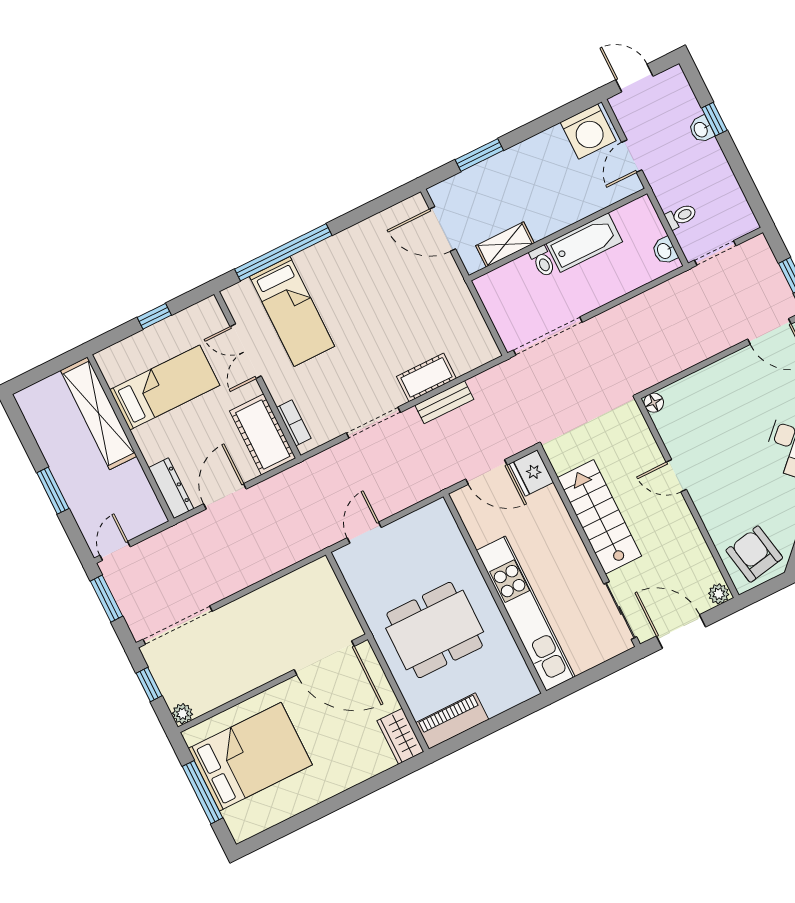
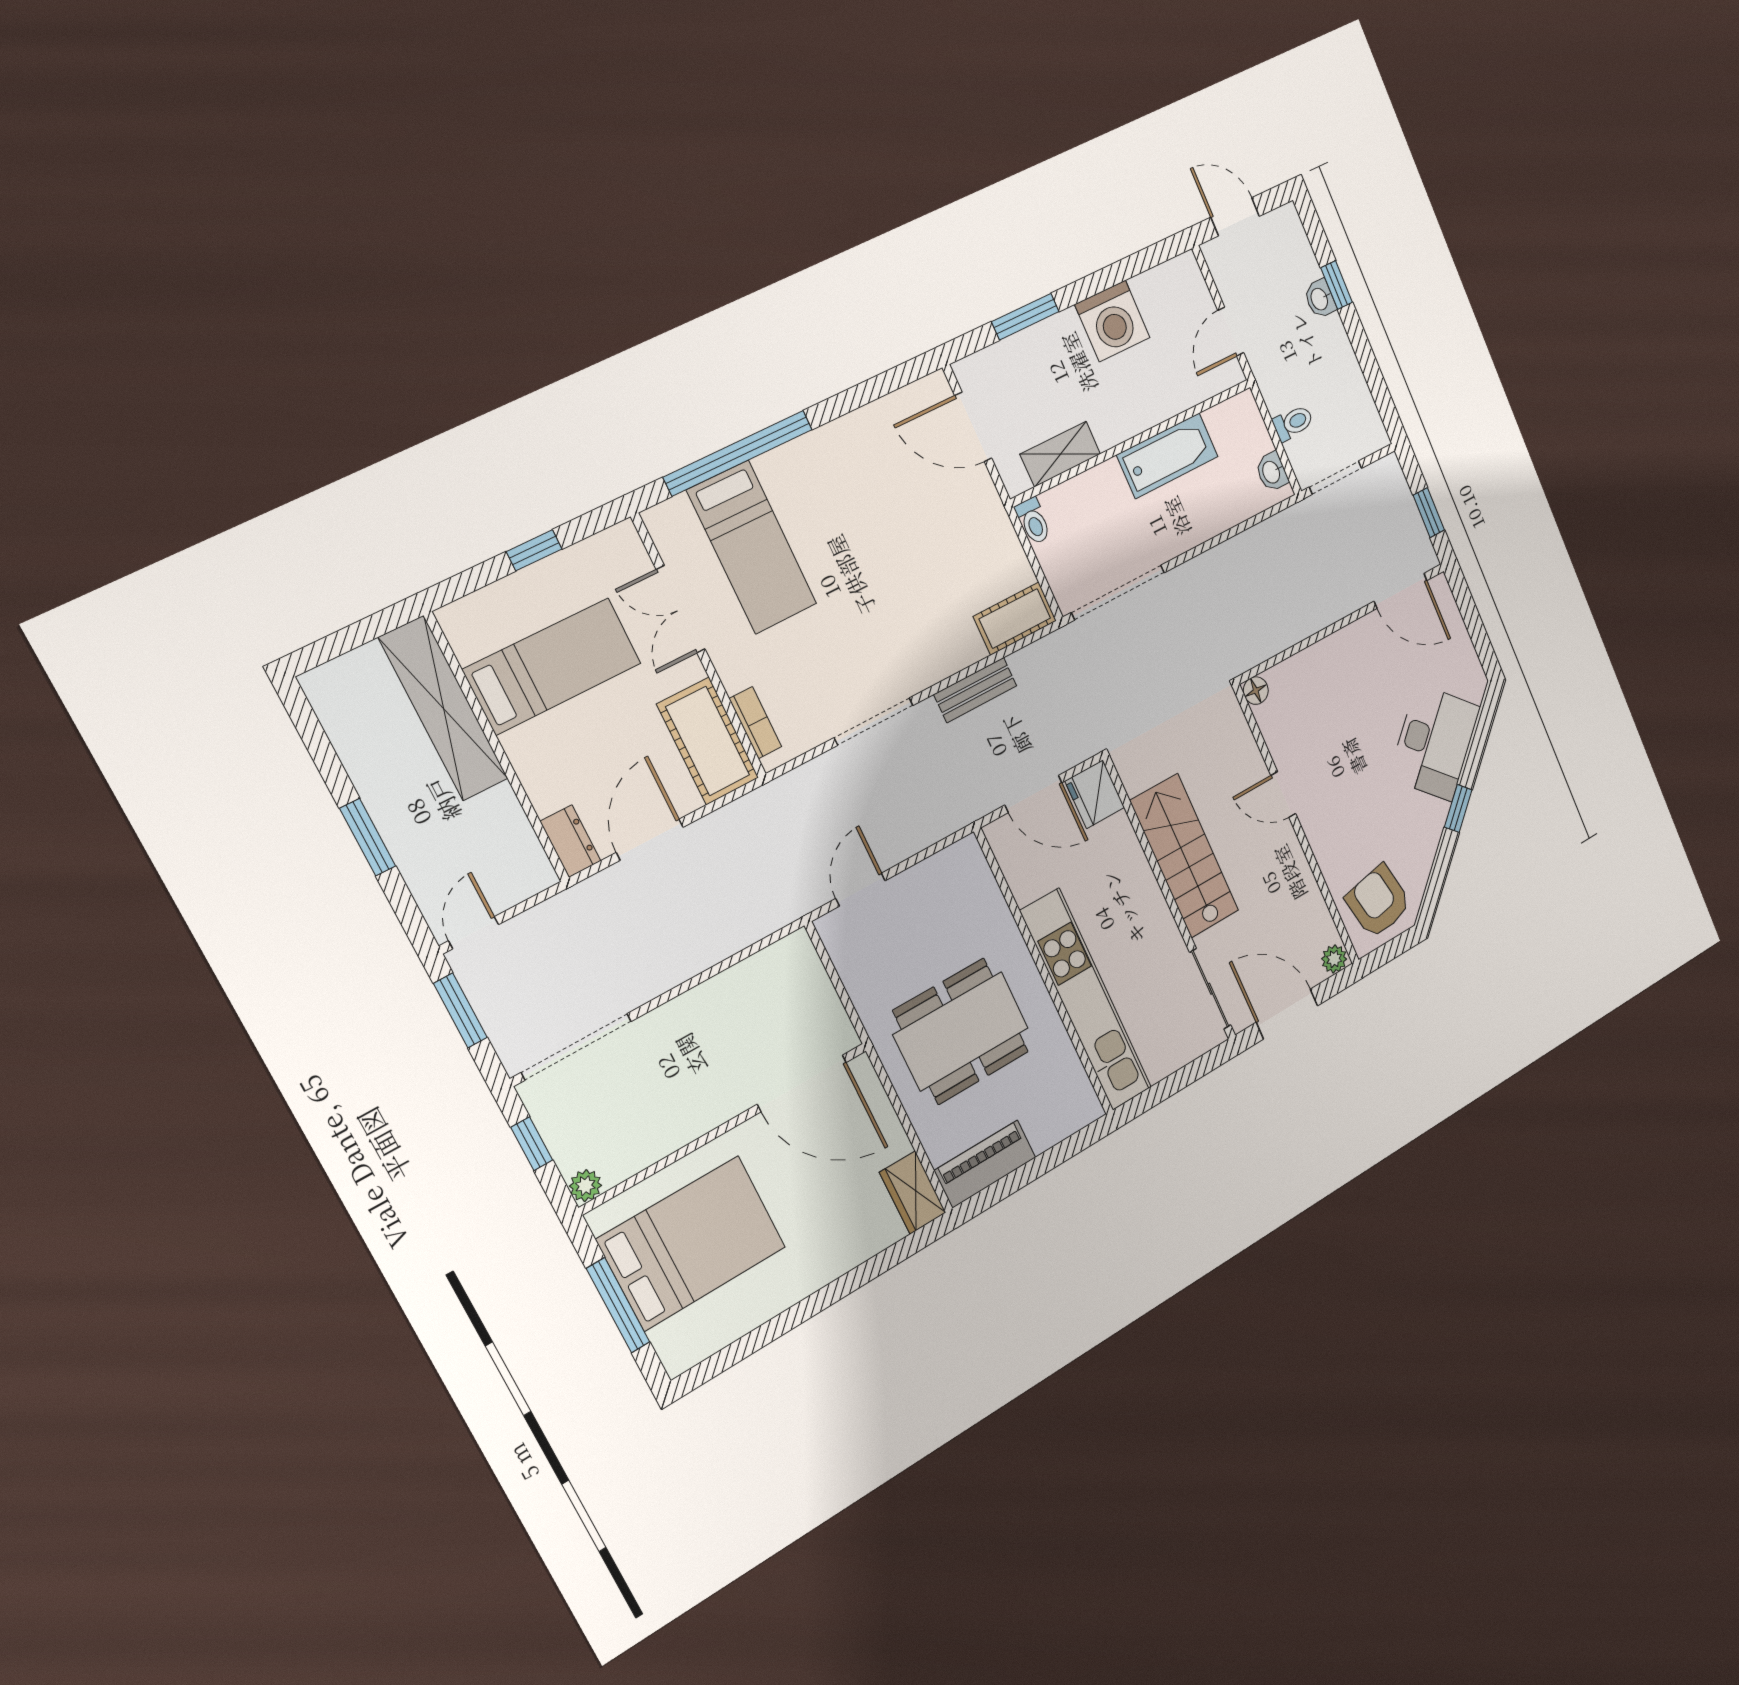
washing machine: (588, 132) -> (1112, 321), moved
toilet: (543, 261) -> (1033, 521), moved
cot: (426, 377) -> (1015, 619), moved
dresser: (171, 488) -> (570, 841), width x0.70

